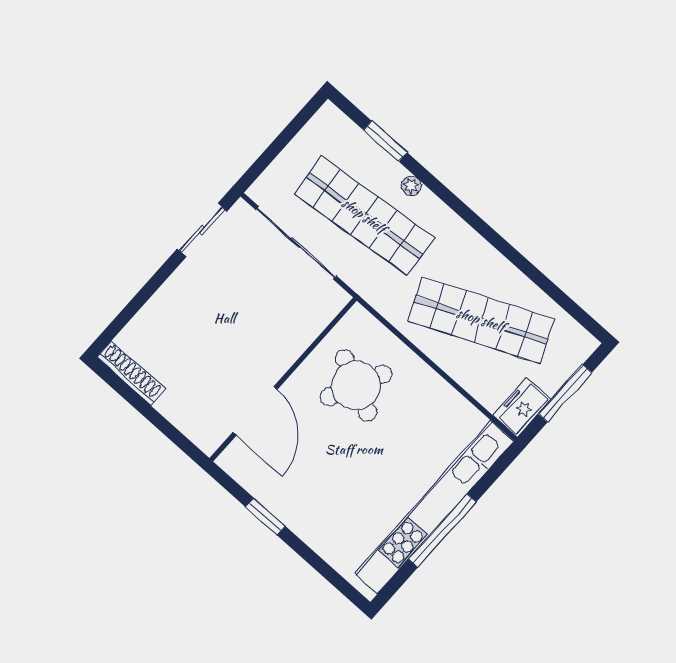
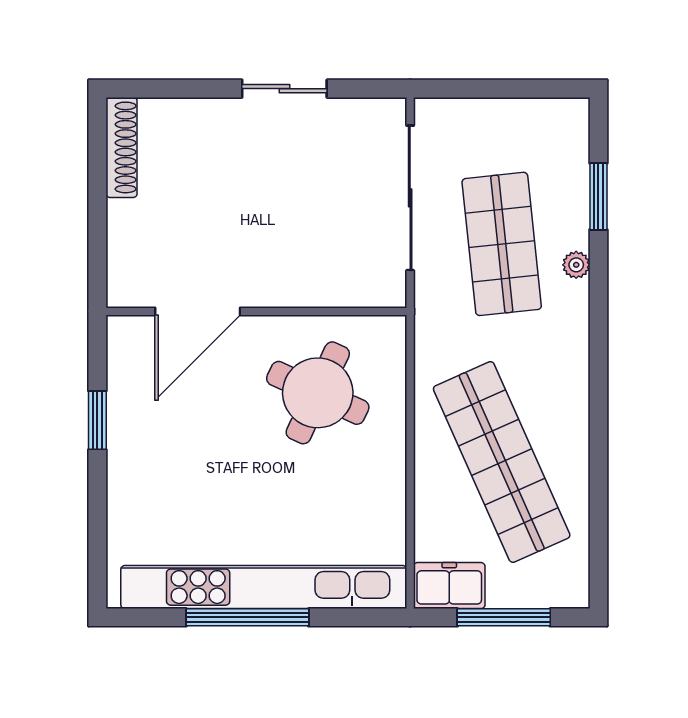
shop shelf: (364, 216) -> (502, 244), width x0.71
sliding door: (202, 230) -> (284, 89), moved

